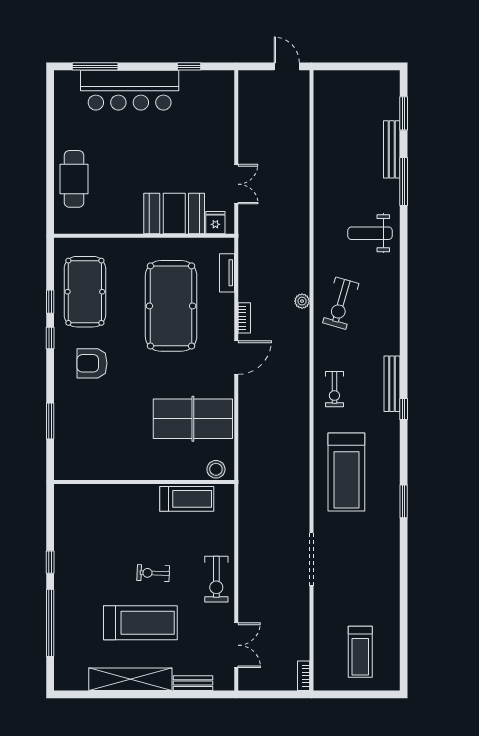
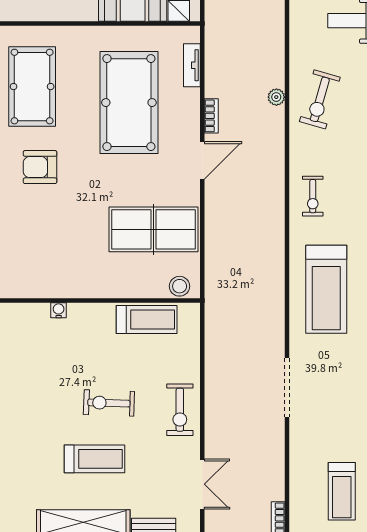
water cooler: (108, 491) -> (59, 310), added
exercise bike: (153, 573) -> (109, 403), width x1.38, depth x1.39
treadmill: (140, 623) -> (94, 459), width x0.73, depth x0.73

